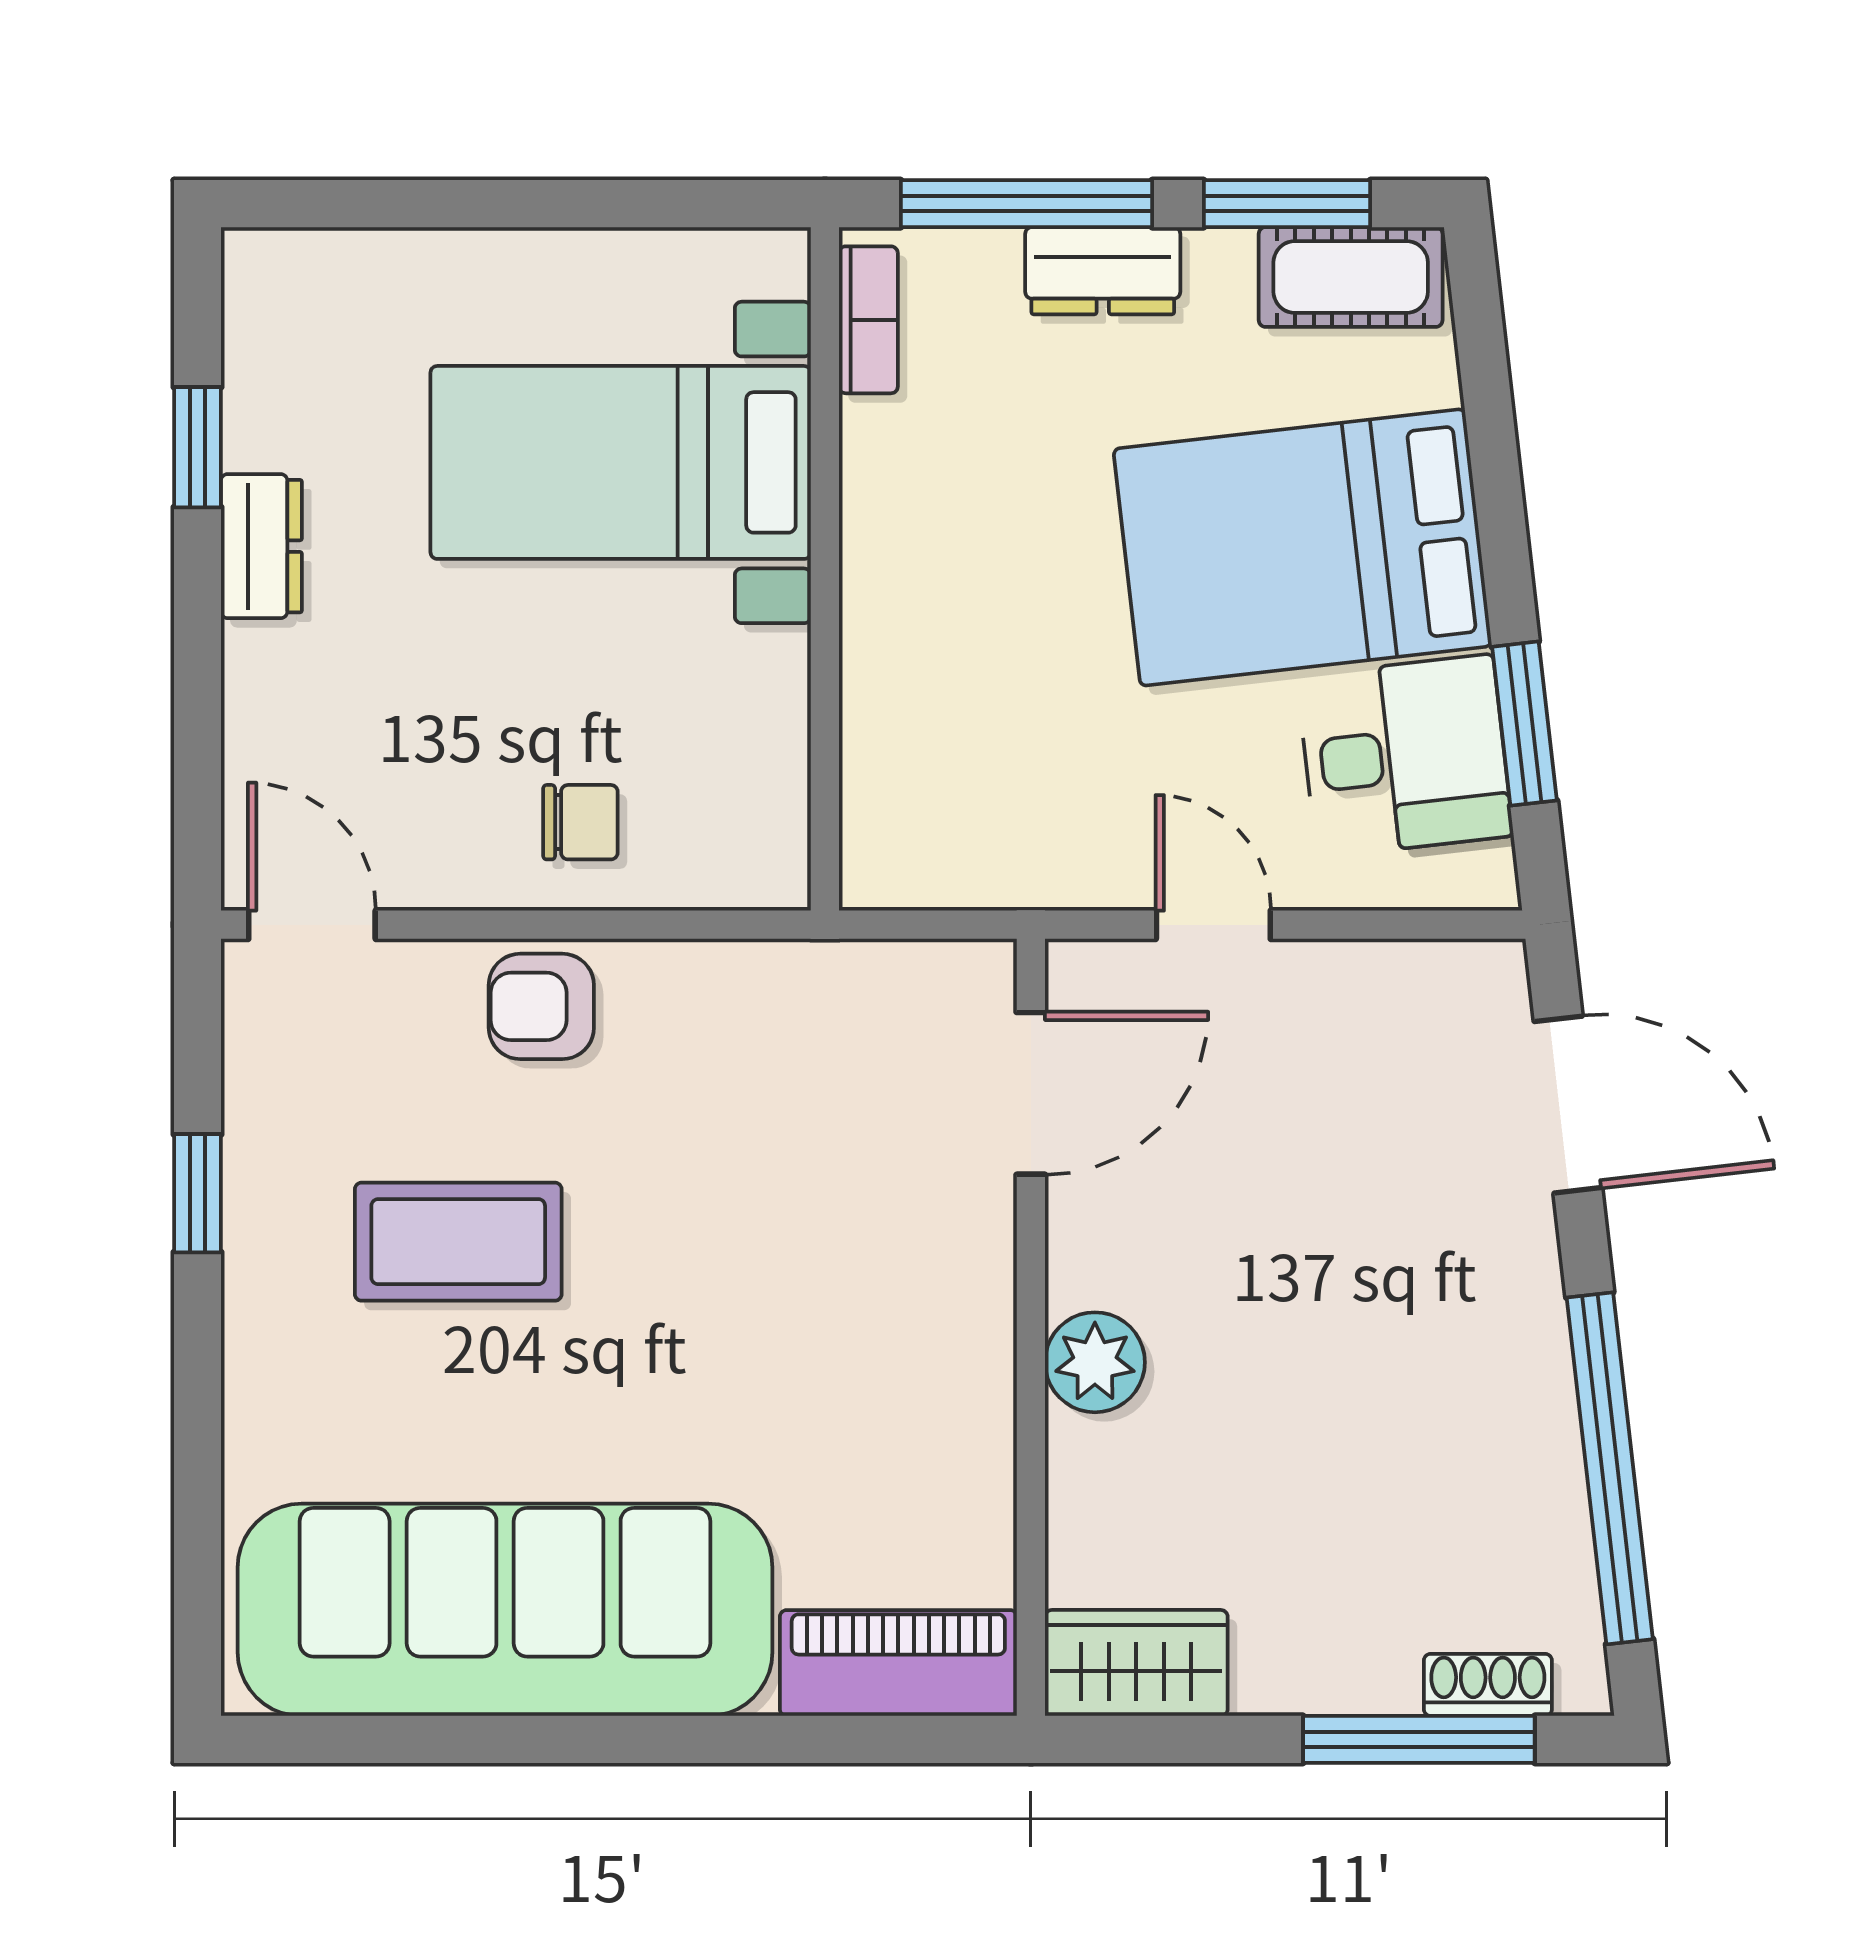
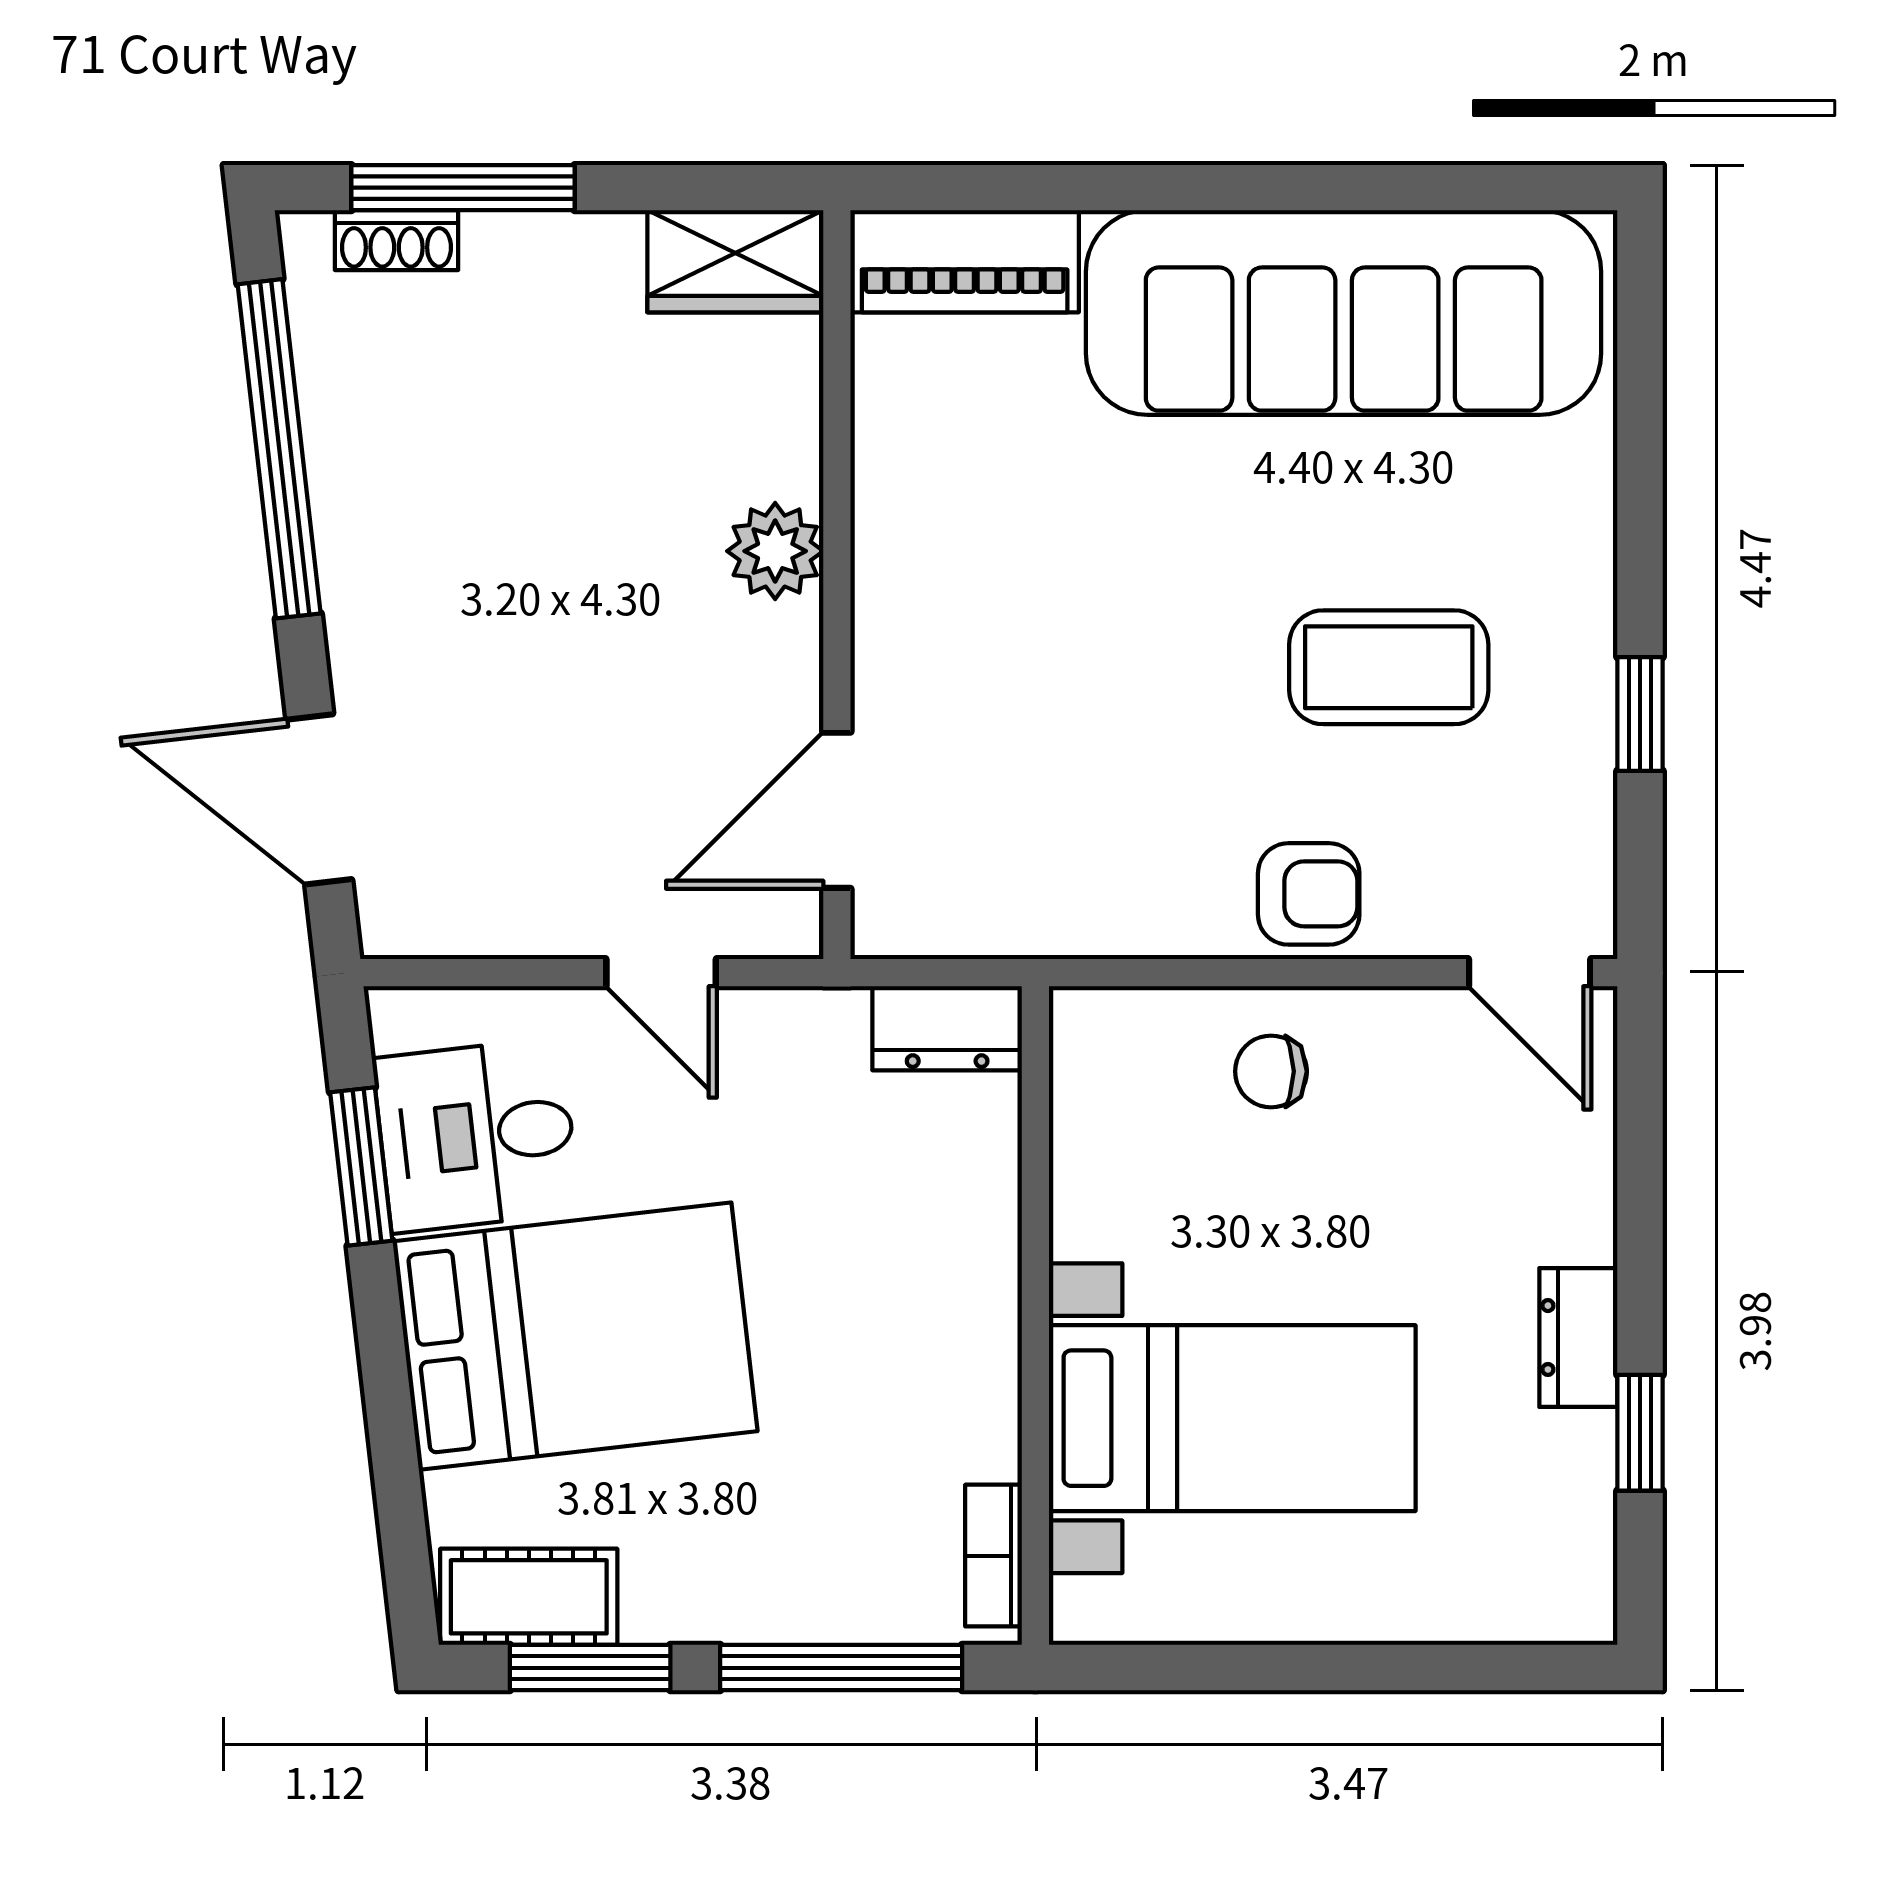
dresser: (1103, 271) -> (947, 1028), moved, turned 180

